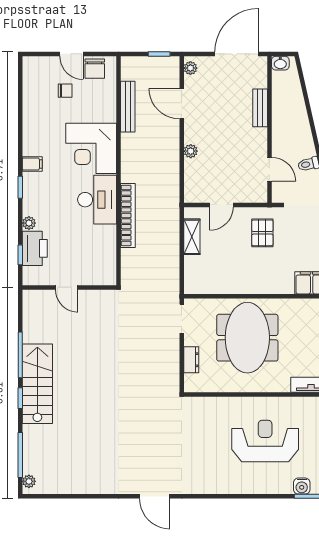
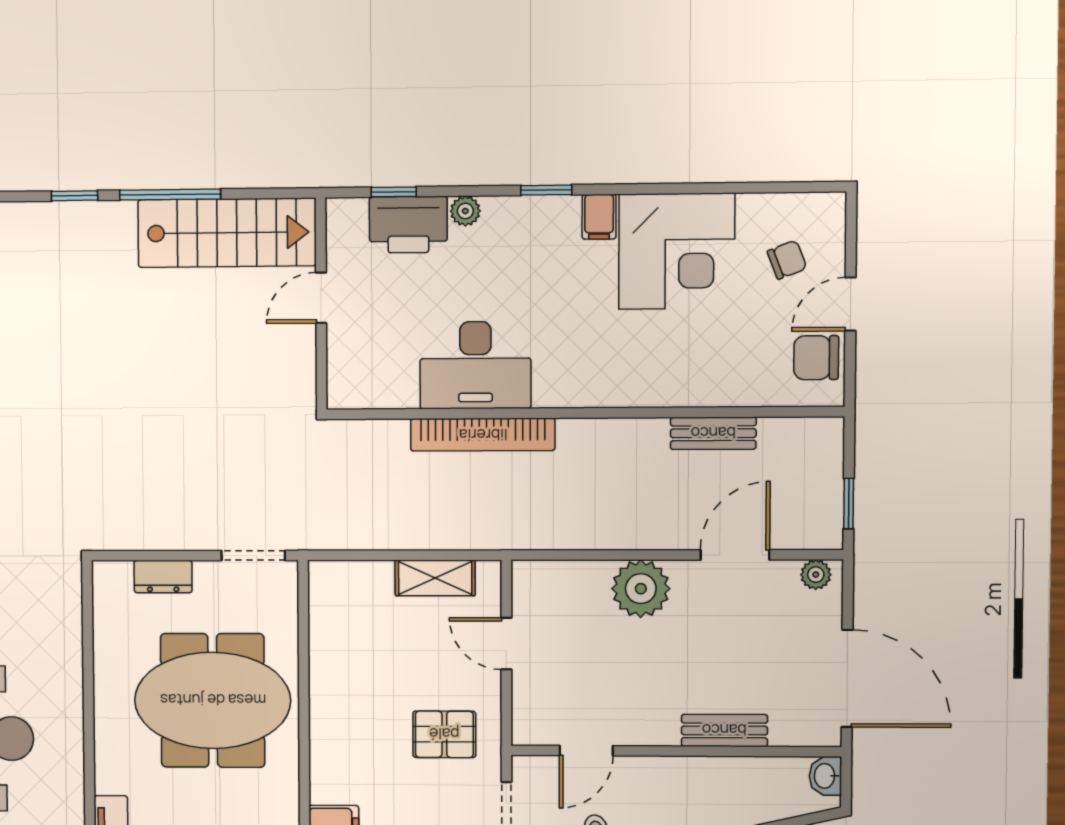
chair: (65, 91) -> (787, 260), moved, turned -111
bench: (128, 107) -> (713, 433), width x0.73
corner desk: (91, 148) -> (677, 251), moved, turned 180
plant: (191, 151) -> (641, 589), width x1.88, depth x1.88
desk: (97, 200) -> (475, 365), moved
stairs: (37, 384) -> (227, 233), moved

